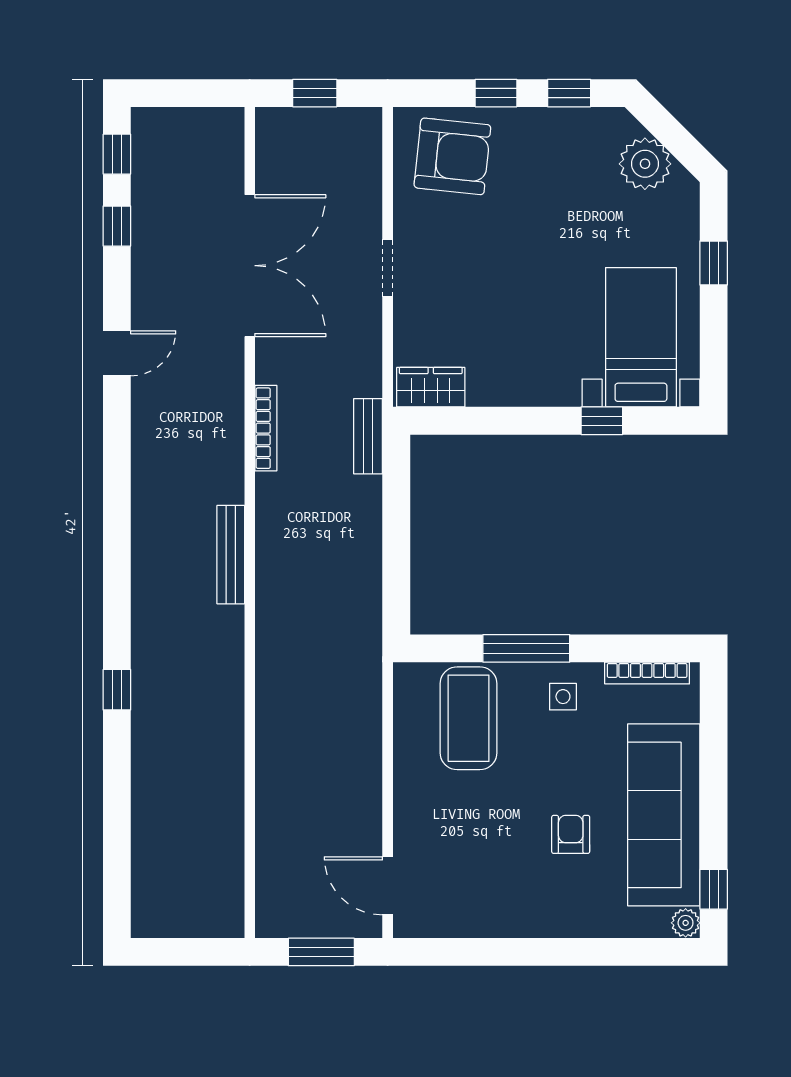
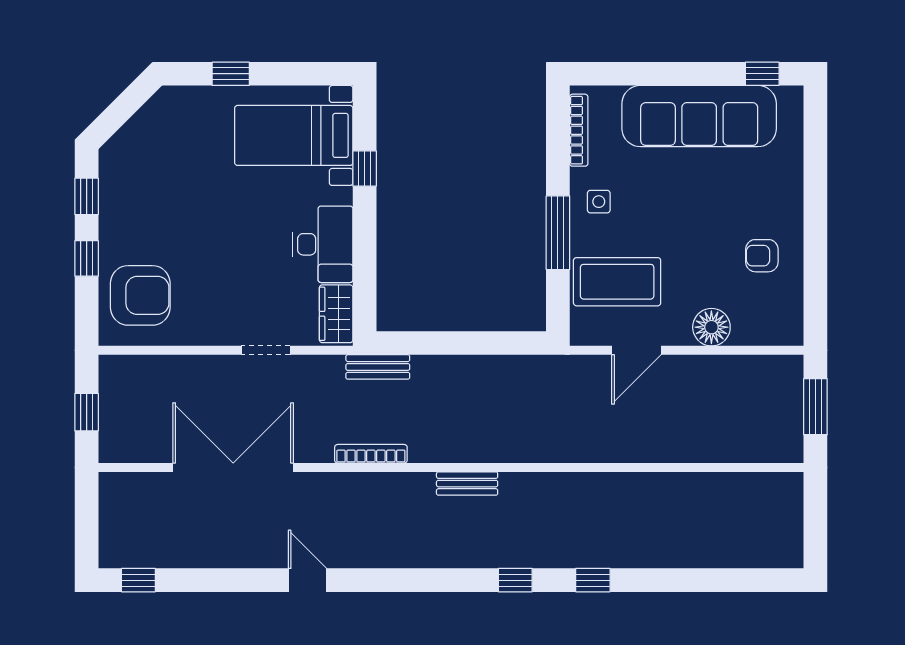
armchair: (452, 156) -> (140, 295), turned 84
plant: (645, 164) -> (147, 132), removed
window: (117, 226) -> (515, 580), moved
doorway: (388, 268) -> (266, 350), moved
desk: (513, 372) -> (323, 244), added
bench: (231, 555) -> (467, 484), width x0.73
floor lamp: (415, 829) -> (711, 327), added
armchair: (571, 834) -> (762, 256), moved
door: (388, 886) -> (636, 350), moved
plant: (686, 923) -> (791, 98), removed

